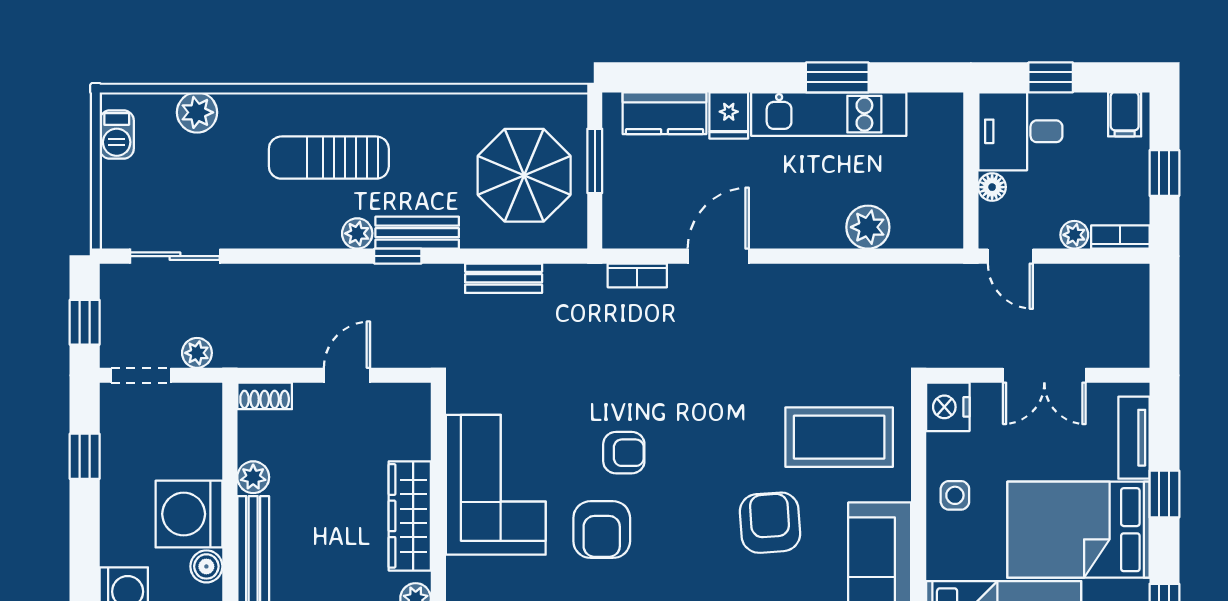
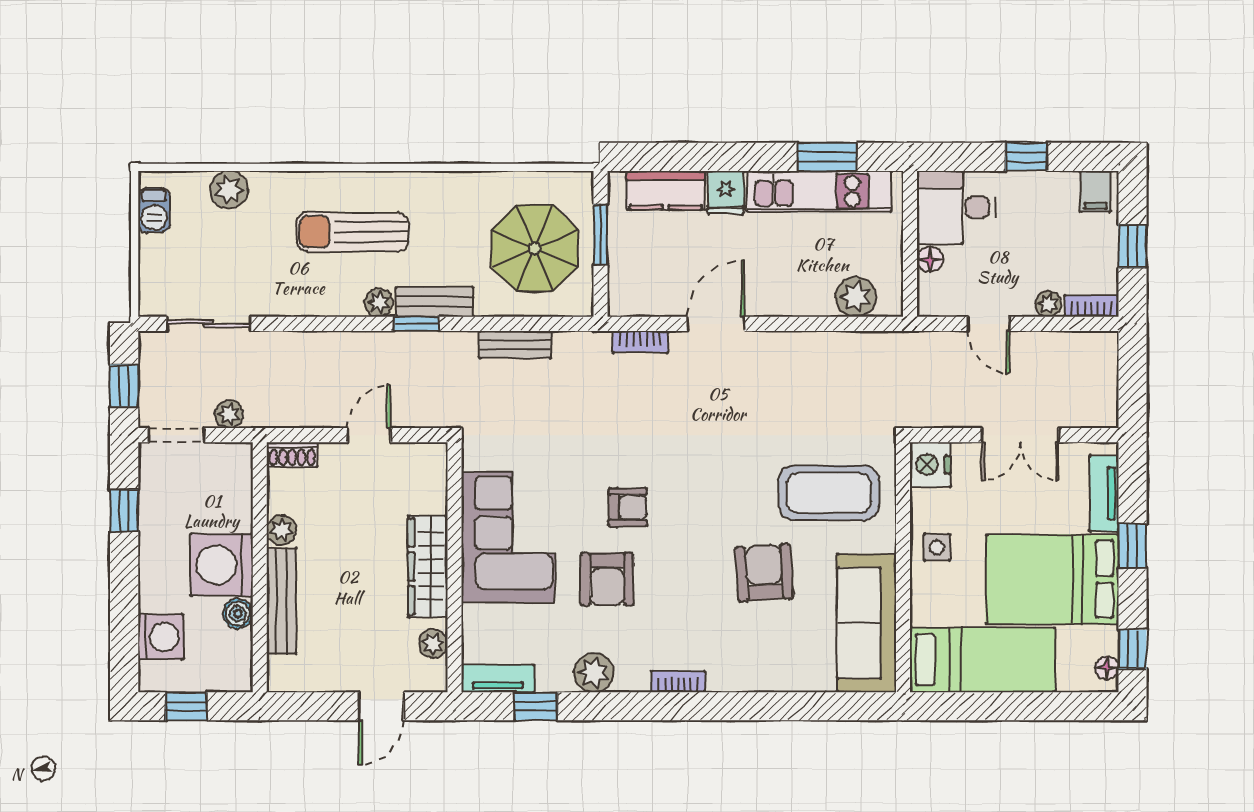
desk: (1020, 131) -> (956, 207), moved
wall: (971, 170) -> (910, 244), moved
floor lamp: (992, 187) -> (930, 259), moved

